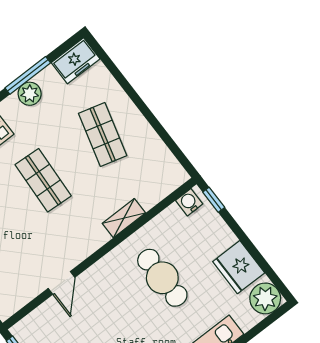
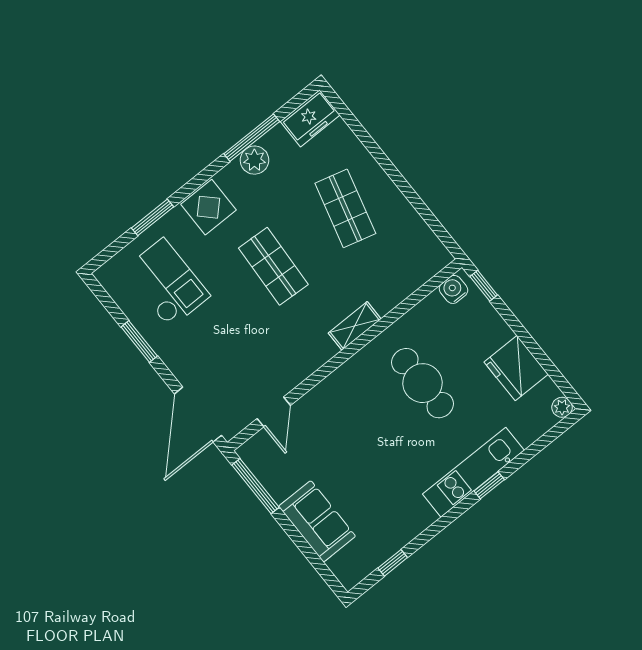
shelving: (124, 218) -> (355, 326), moved
door: (62, 283) -> (274, 412), moved
plant: (265, 298) -> (562, 407), width x0.53, depth x0.53

